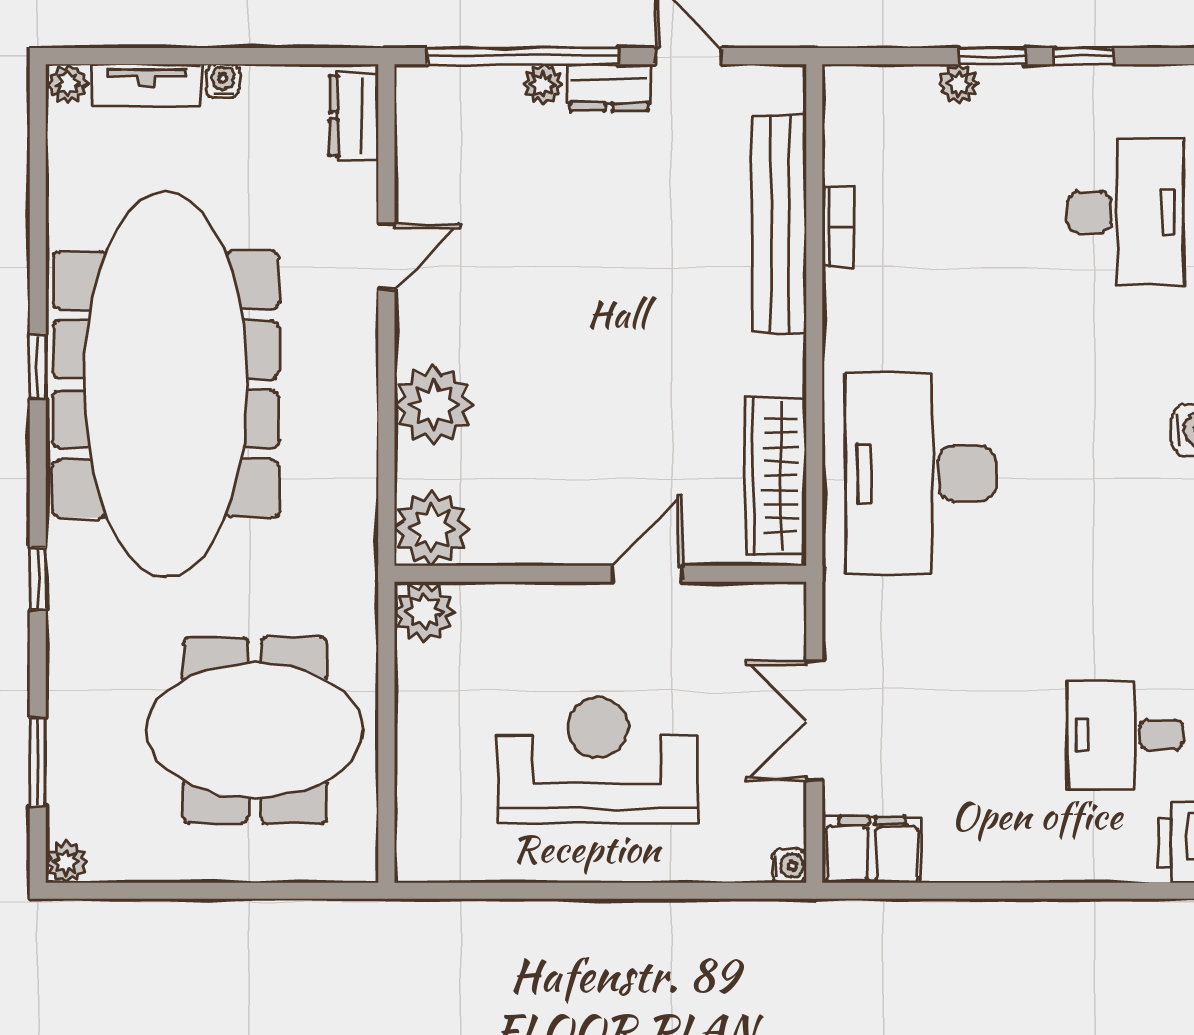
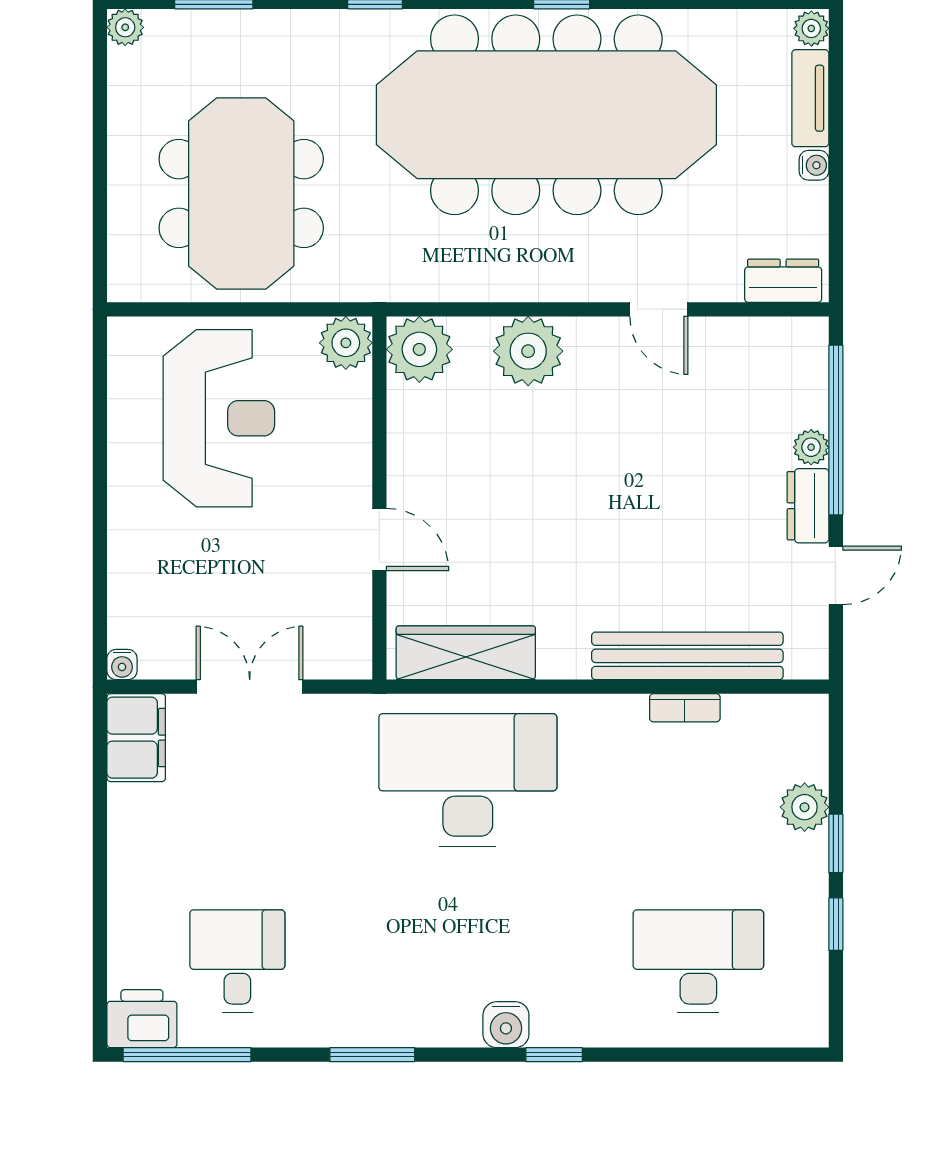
plant: (959, 84) -> (805, 807), width x1.38, depth x1.38
desk: (1125, 212) -> (698, 961), turned 180
reception desk: (598, 760) -> (219, 418), moved

